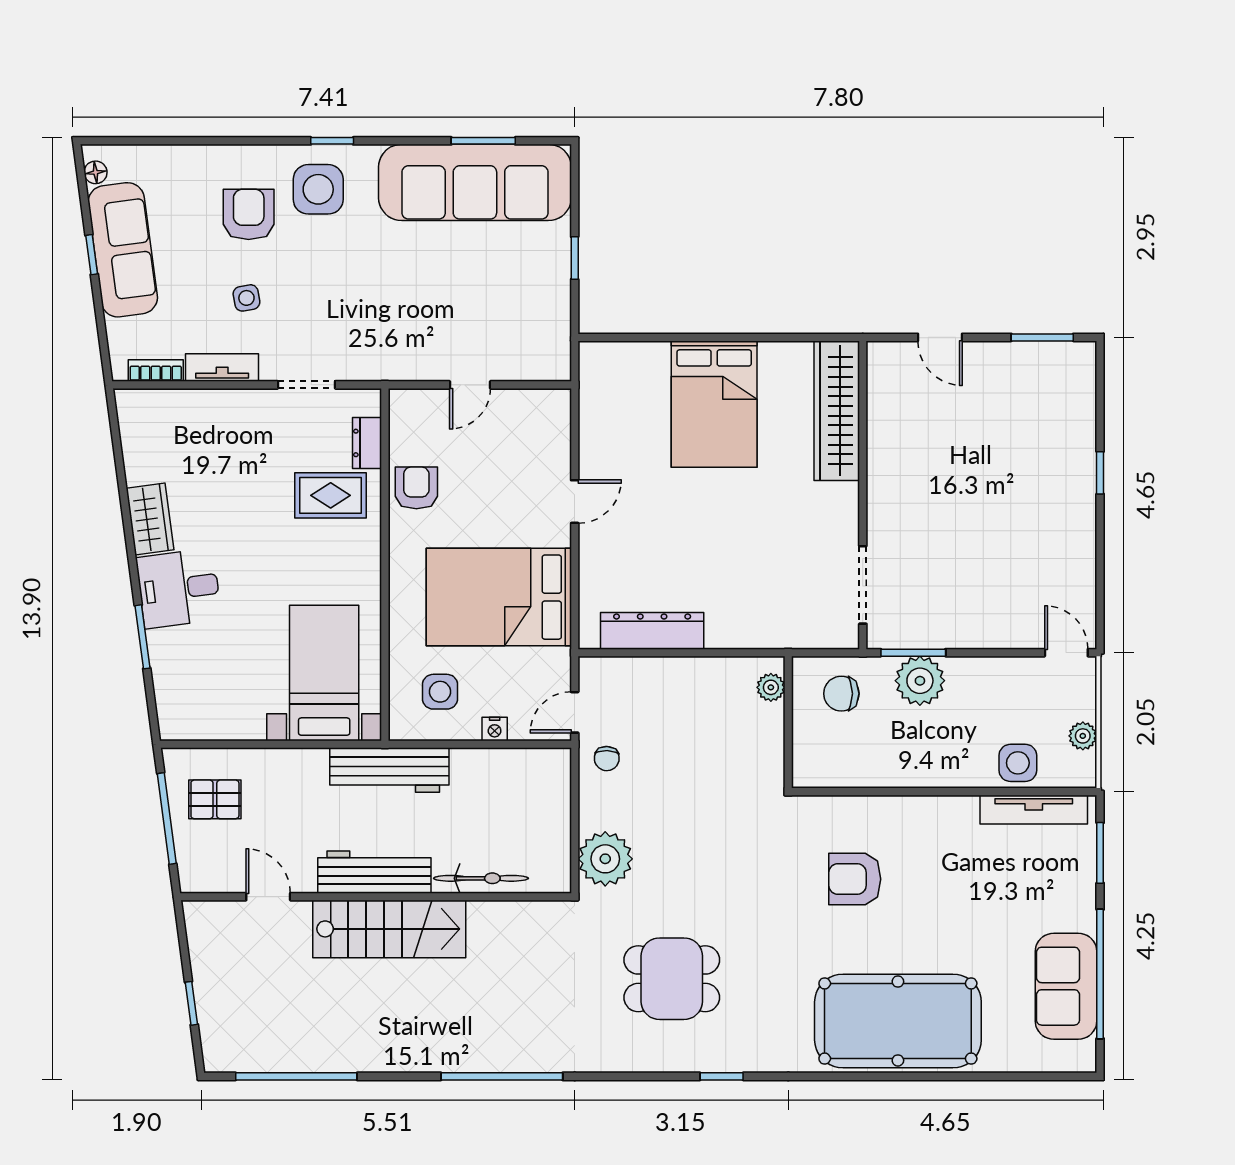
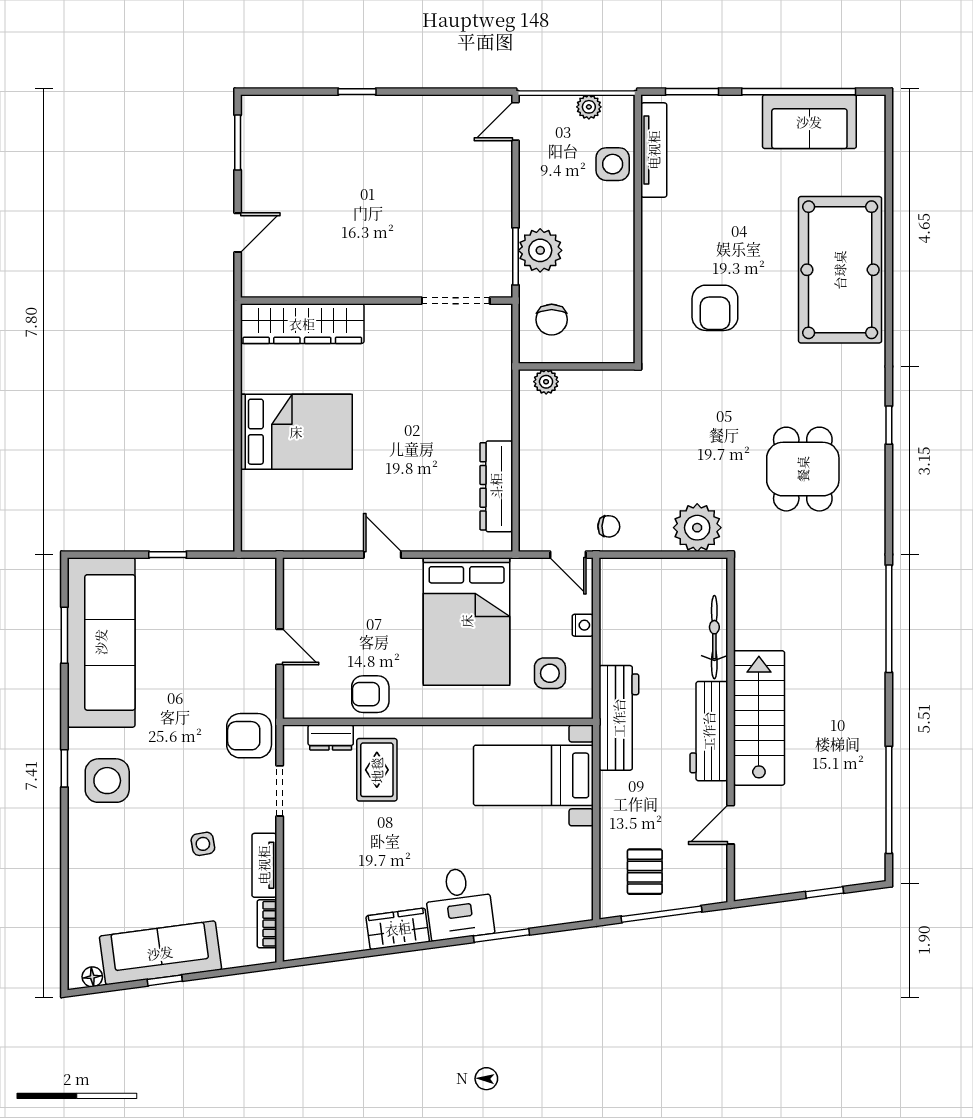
armchair: (249, 214) -> (249, 736), moved

